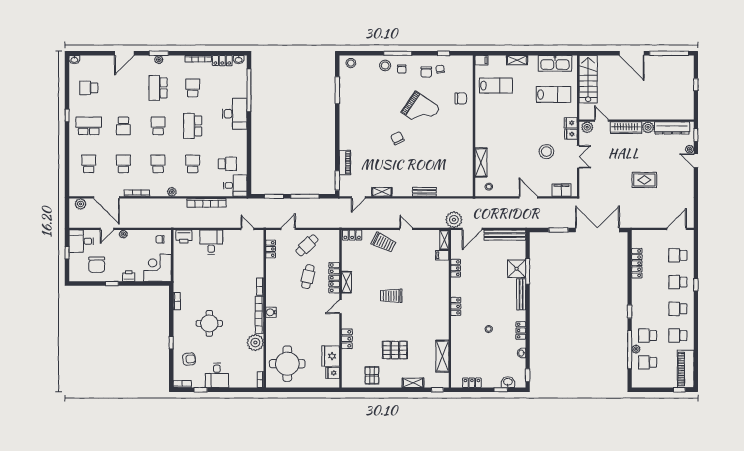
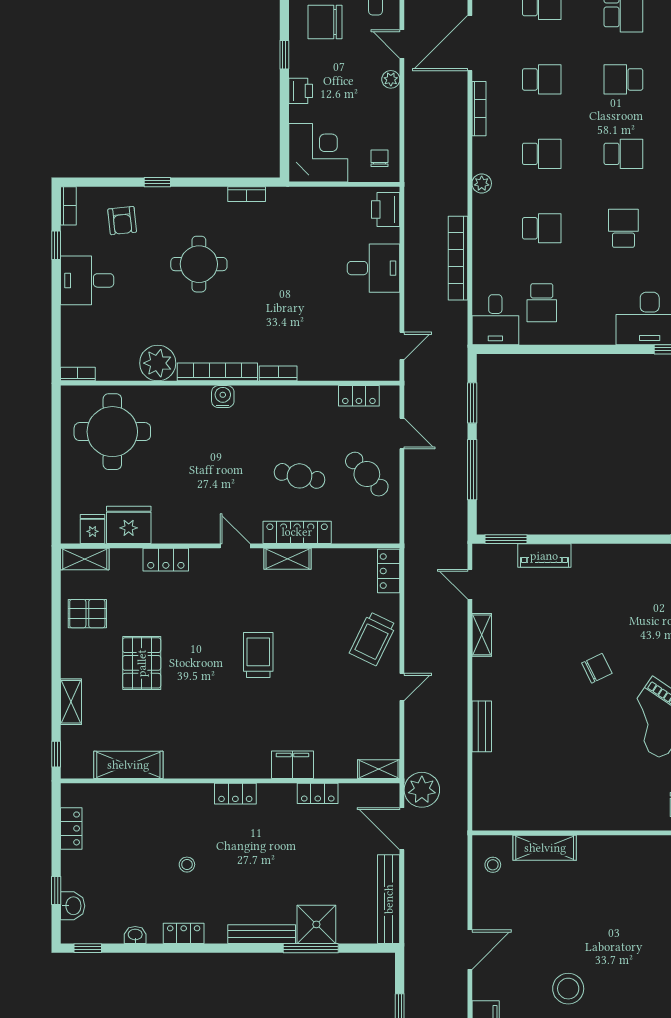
school desk: (193, 126) -> (623, 228), width x0.54
filing cabinet: (442, 255) -> (292, 765), moved, width x2.00
shelving: (347, 377) -> (85, 559), added

